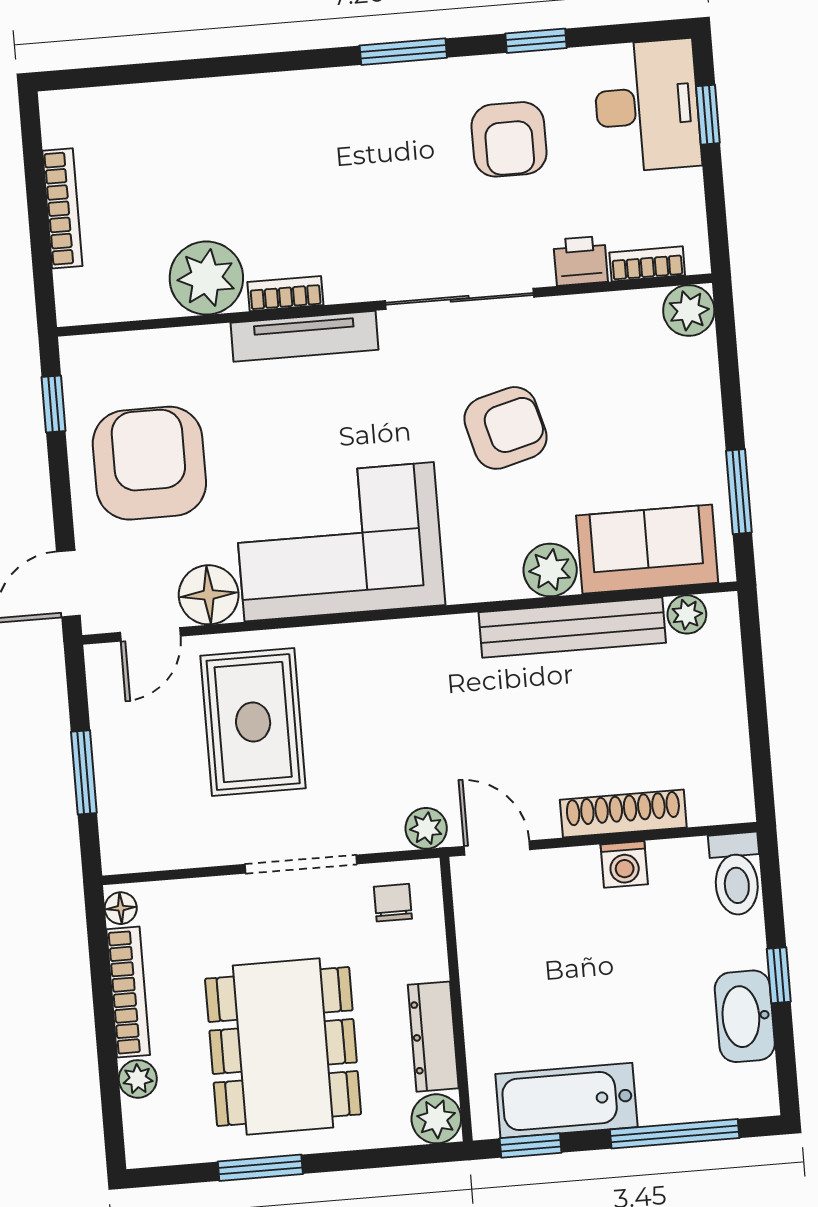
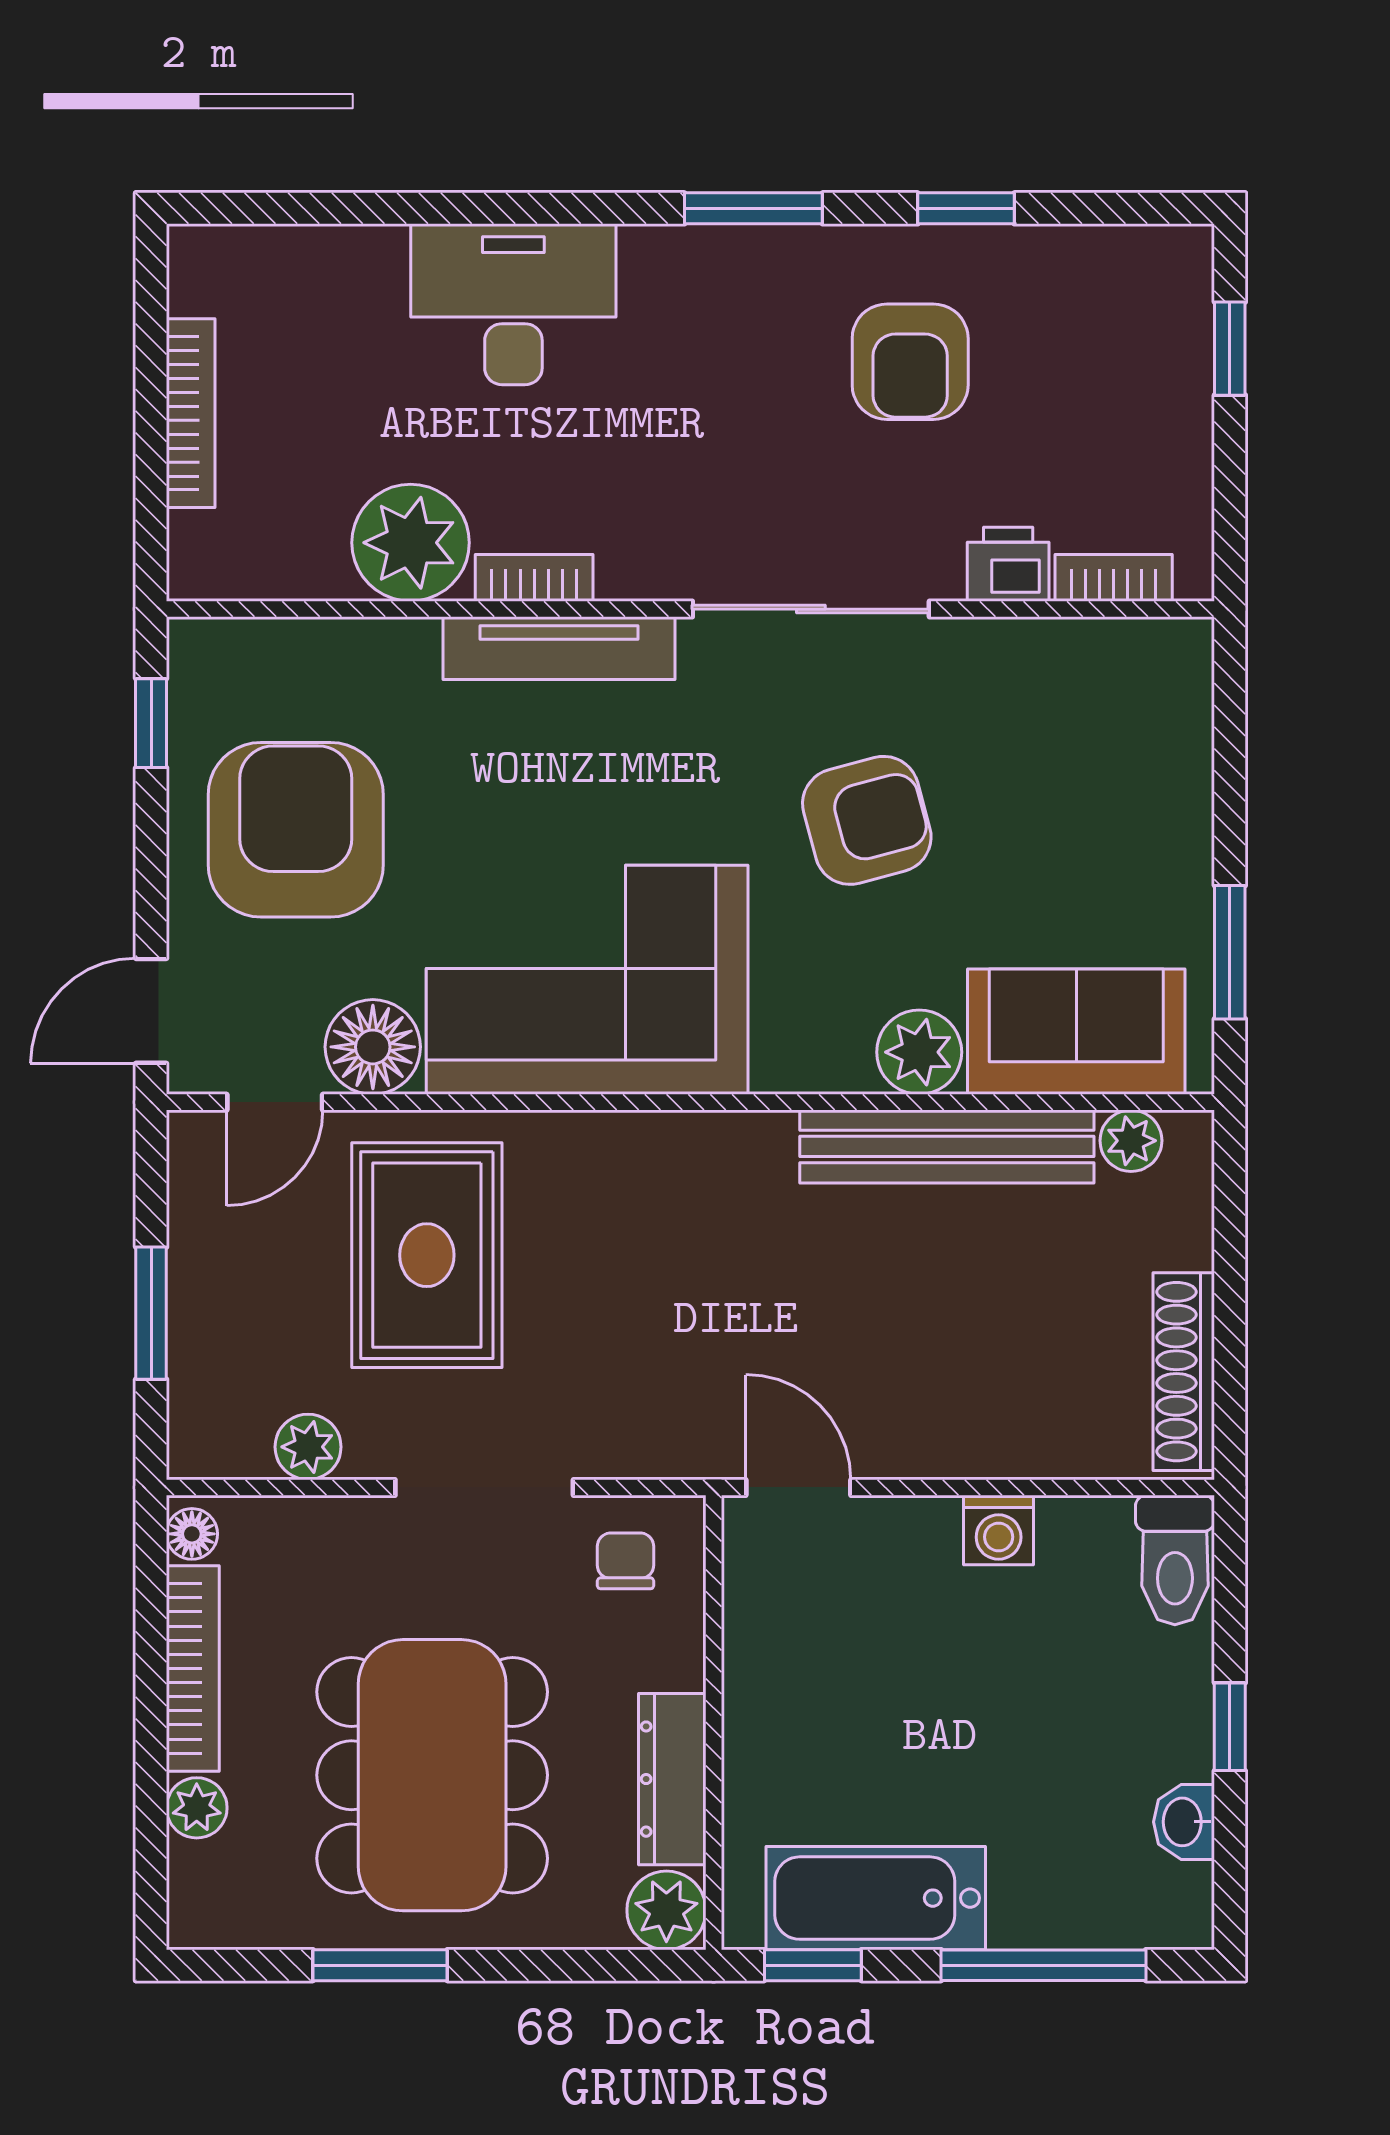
desk: (647, 106) -> (513, 304), moved, turned -90
plant: (689, 310) -> (1174, 657), removed
shoe rack: (623, 814) -> (1184, 1372), moved, turned -90
plant: (426, 828) -> (308, 1447), moved
washbasin: (745, 1016) -> (1184, 1822), width x0.52, depth x0.69

